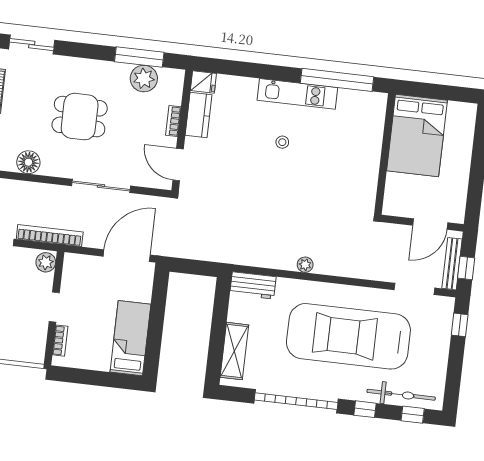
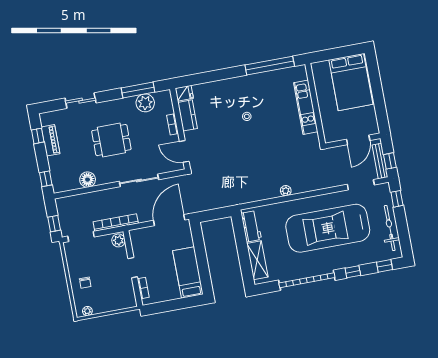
sliding door: (32, 45) -> (81, 101), moved
kitchen unit: (297, 94) -> (306, 107), moved, turned 90
bed: (417, 135) -> (351, 82), moved
workbench: (253, 285) -> (251, 226), moved, turned -90
bicycle: (401, 395) -> (390, 228), moved, turned -90

